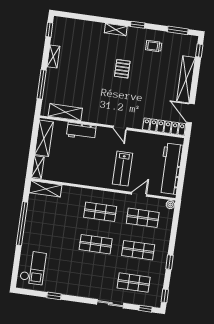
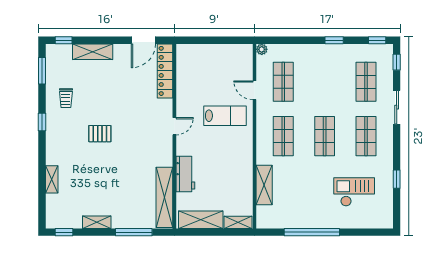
shelving: (116, 29) -> (52, 179), moved
shelving: (186, 79) -> (93, 52), width x0.68
shelving: (65, 112) -> (164, 197), width x1.47
workbench: (171, 169) -> (217, 55), removed
shelving: (46, 189) -> (264, 185), moved
shop shelf: (138, 250) -> (366, 136), moved
checkout: (33, 268) -> (354, 192), moved

